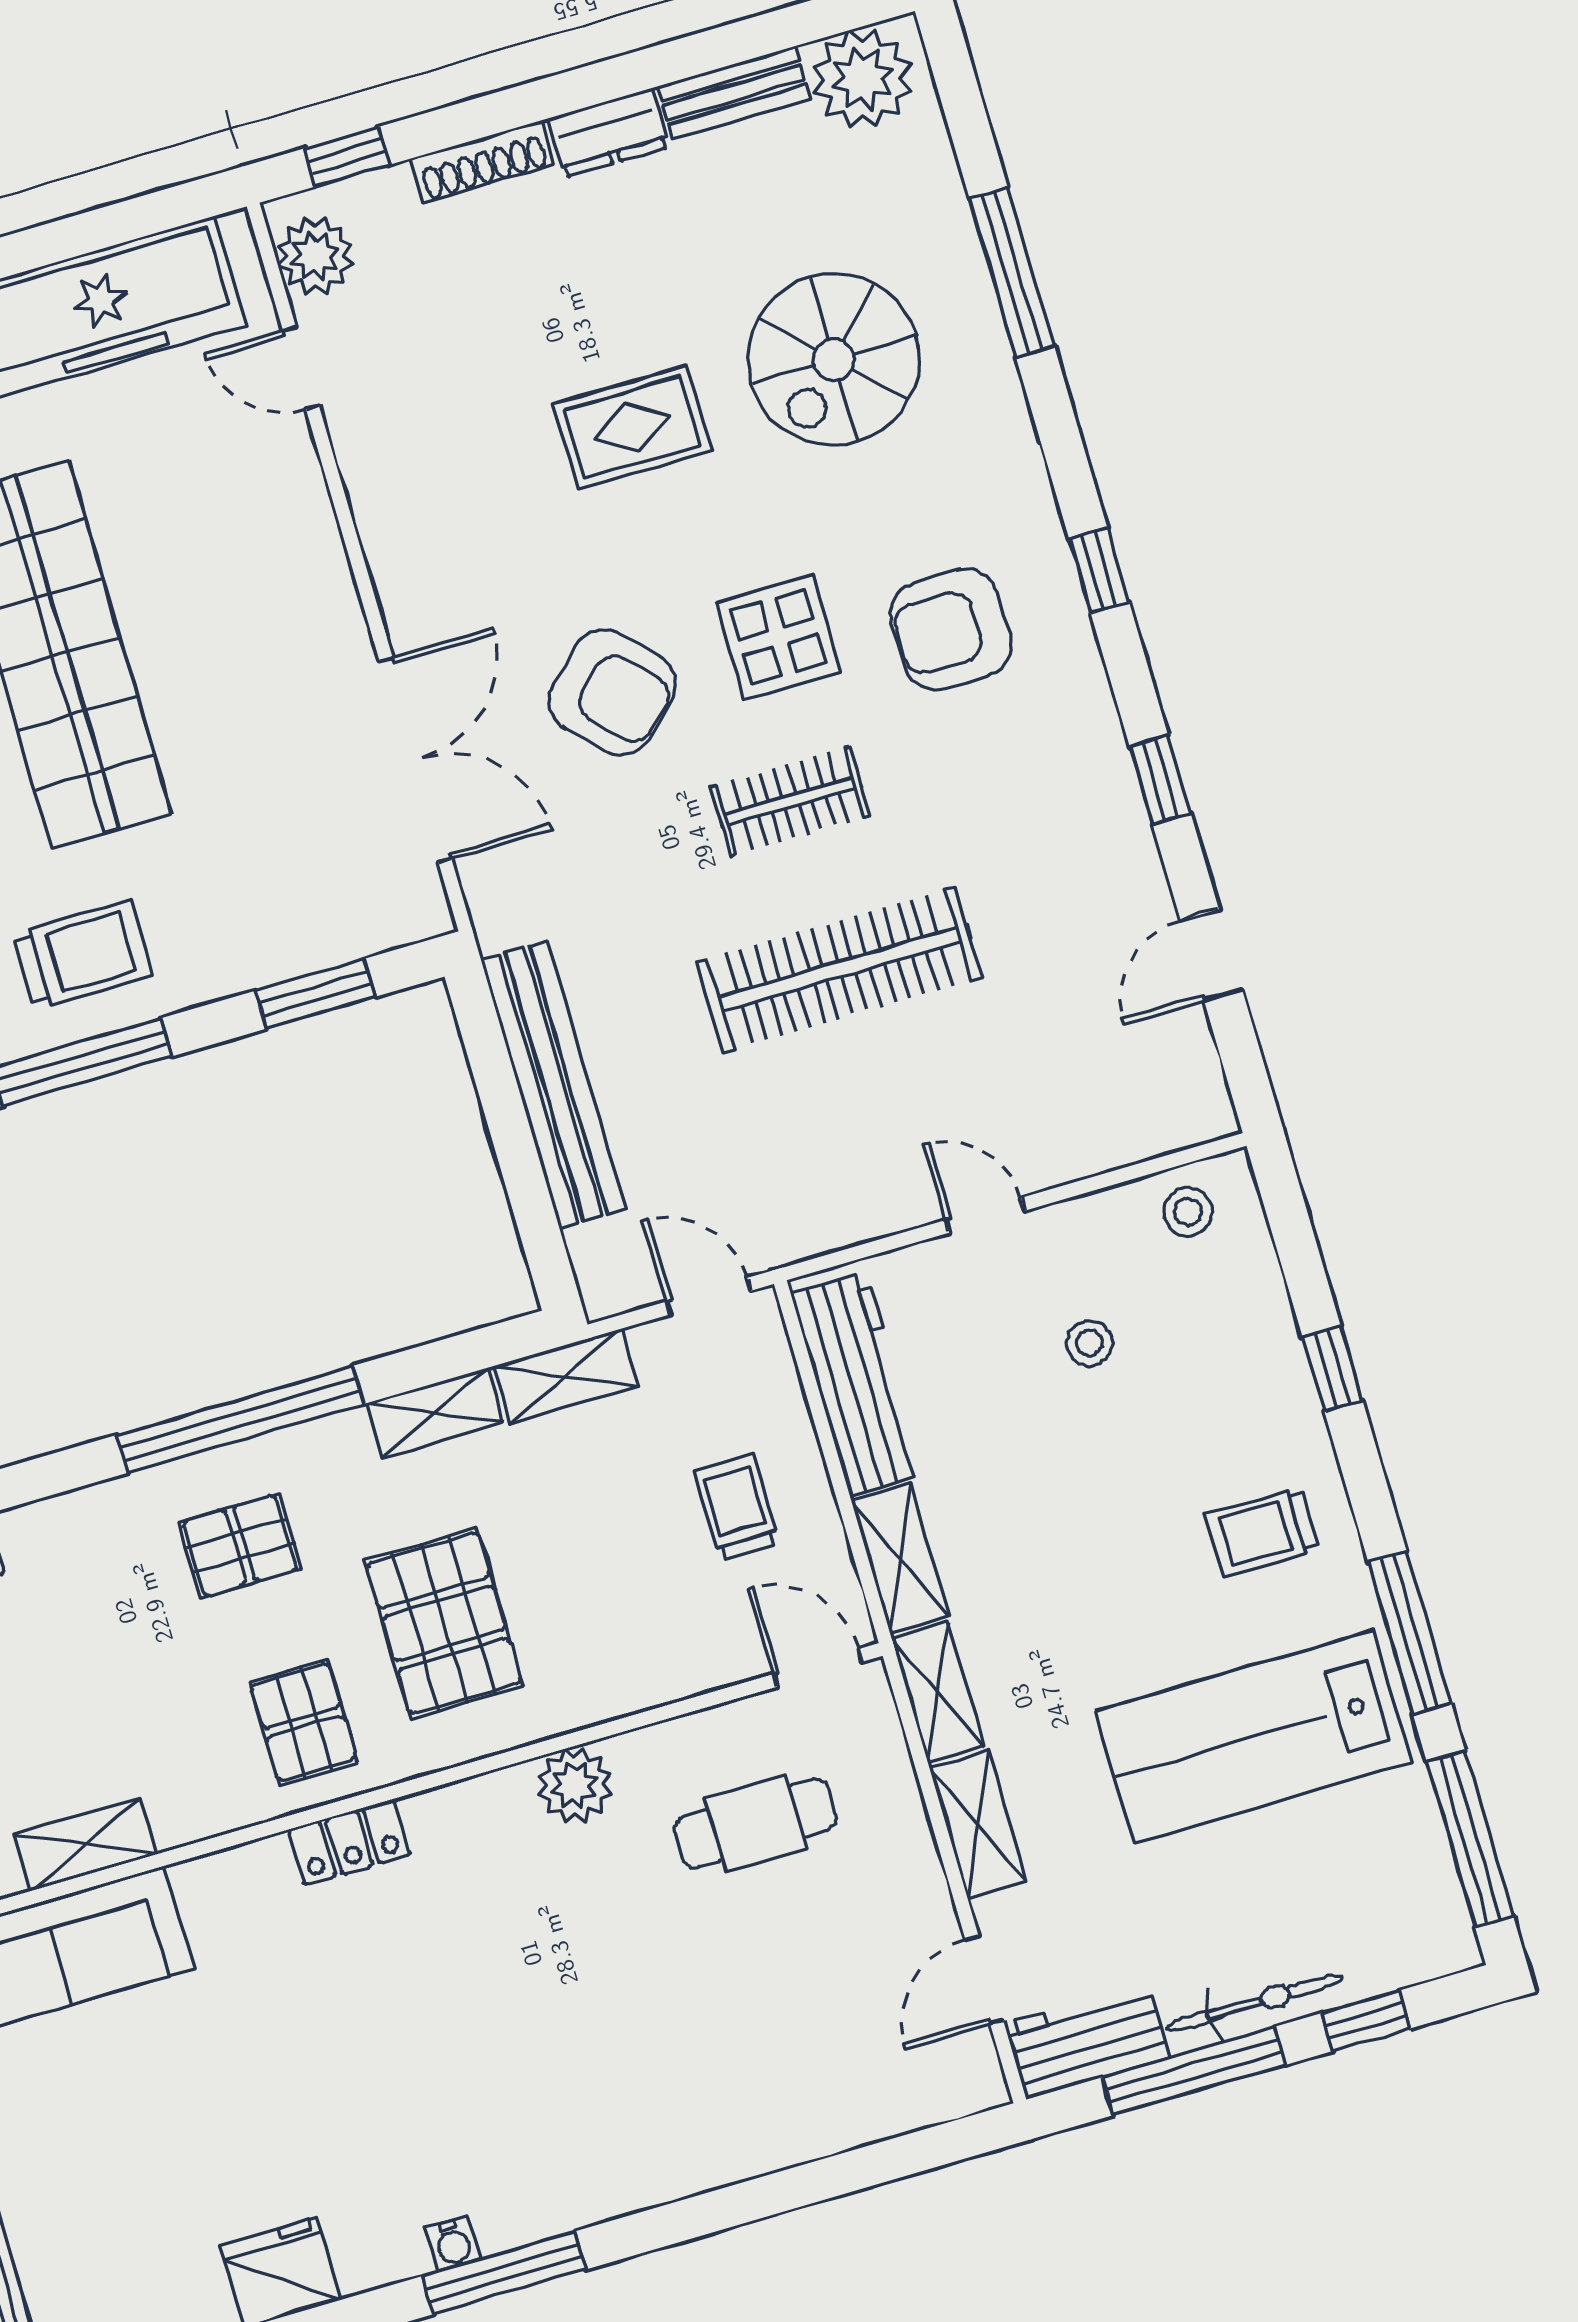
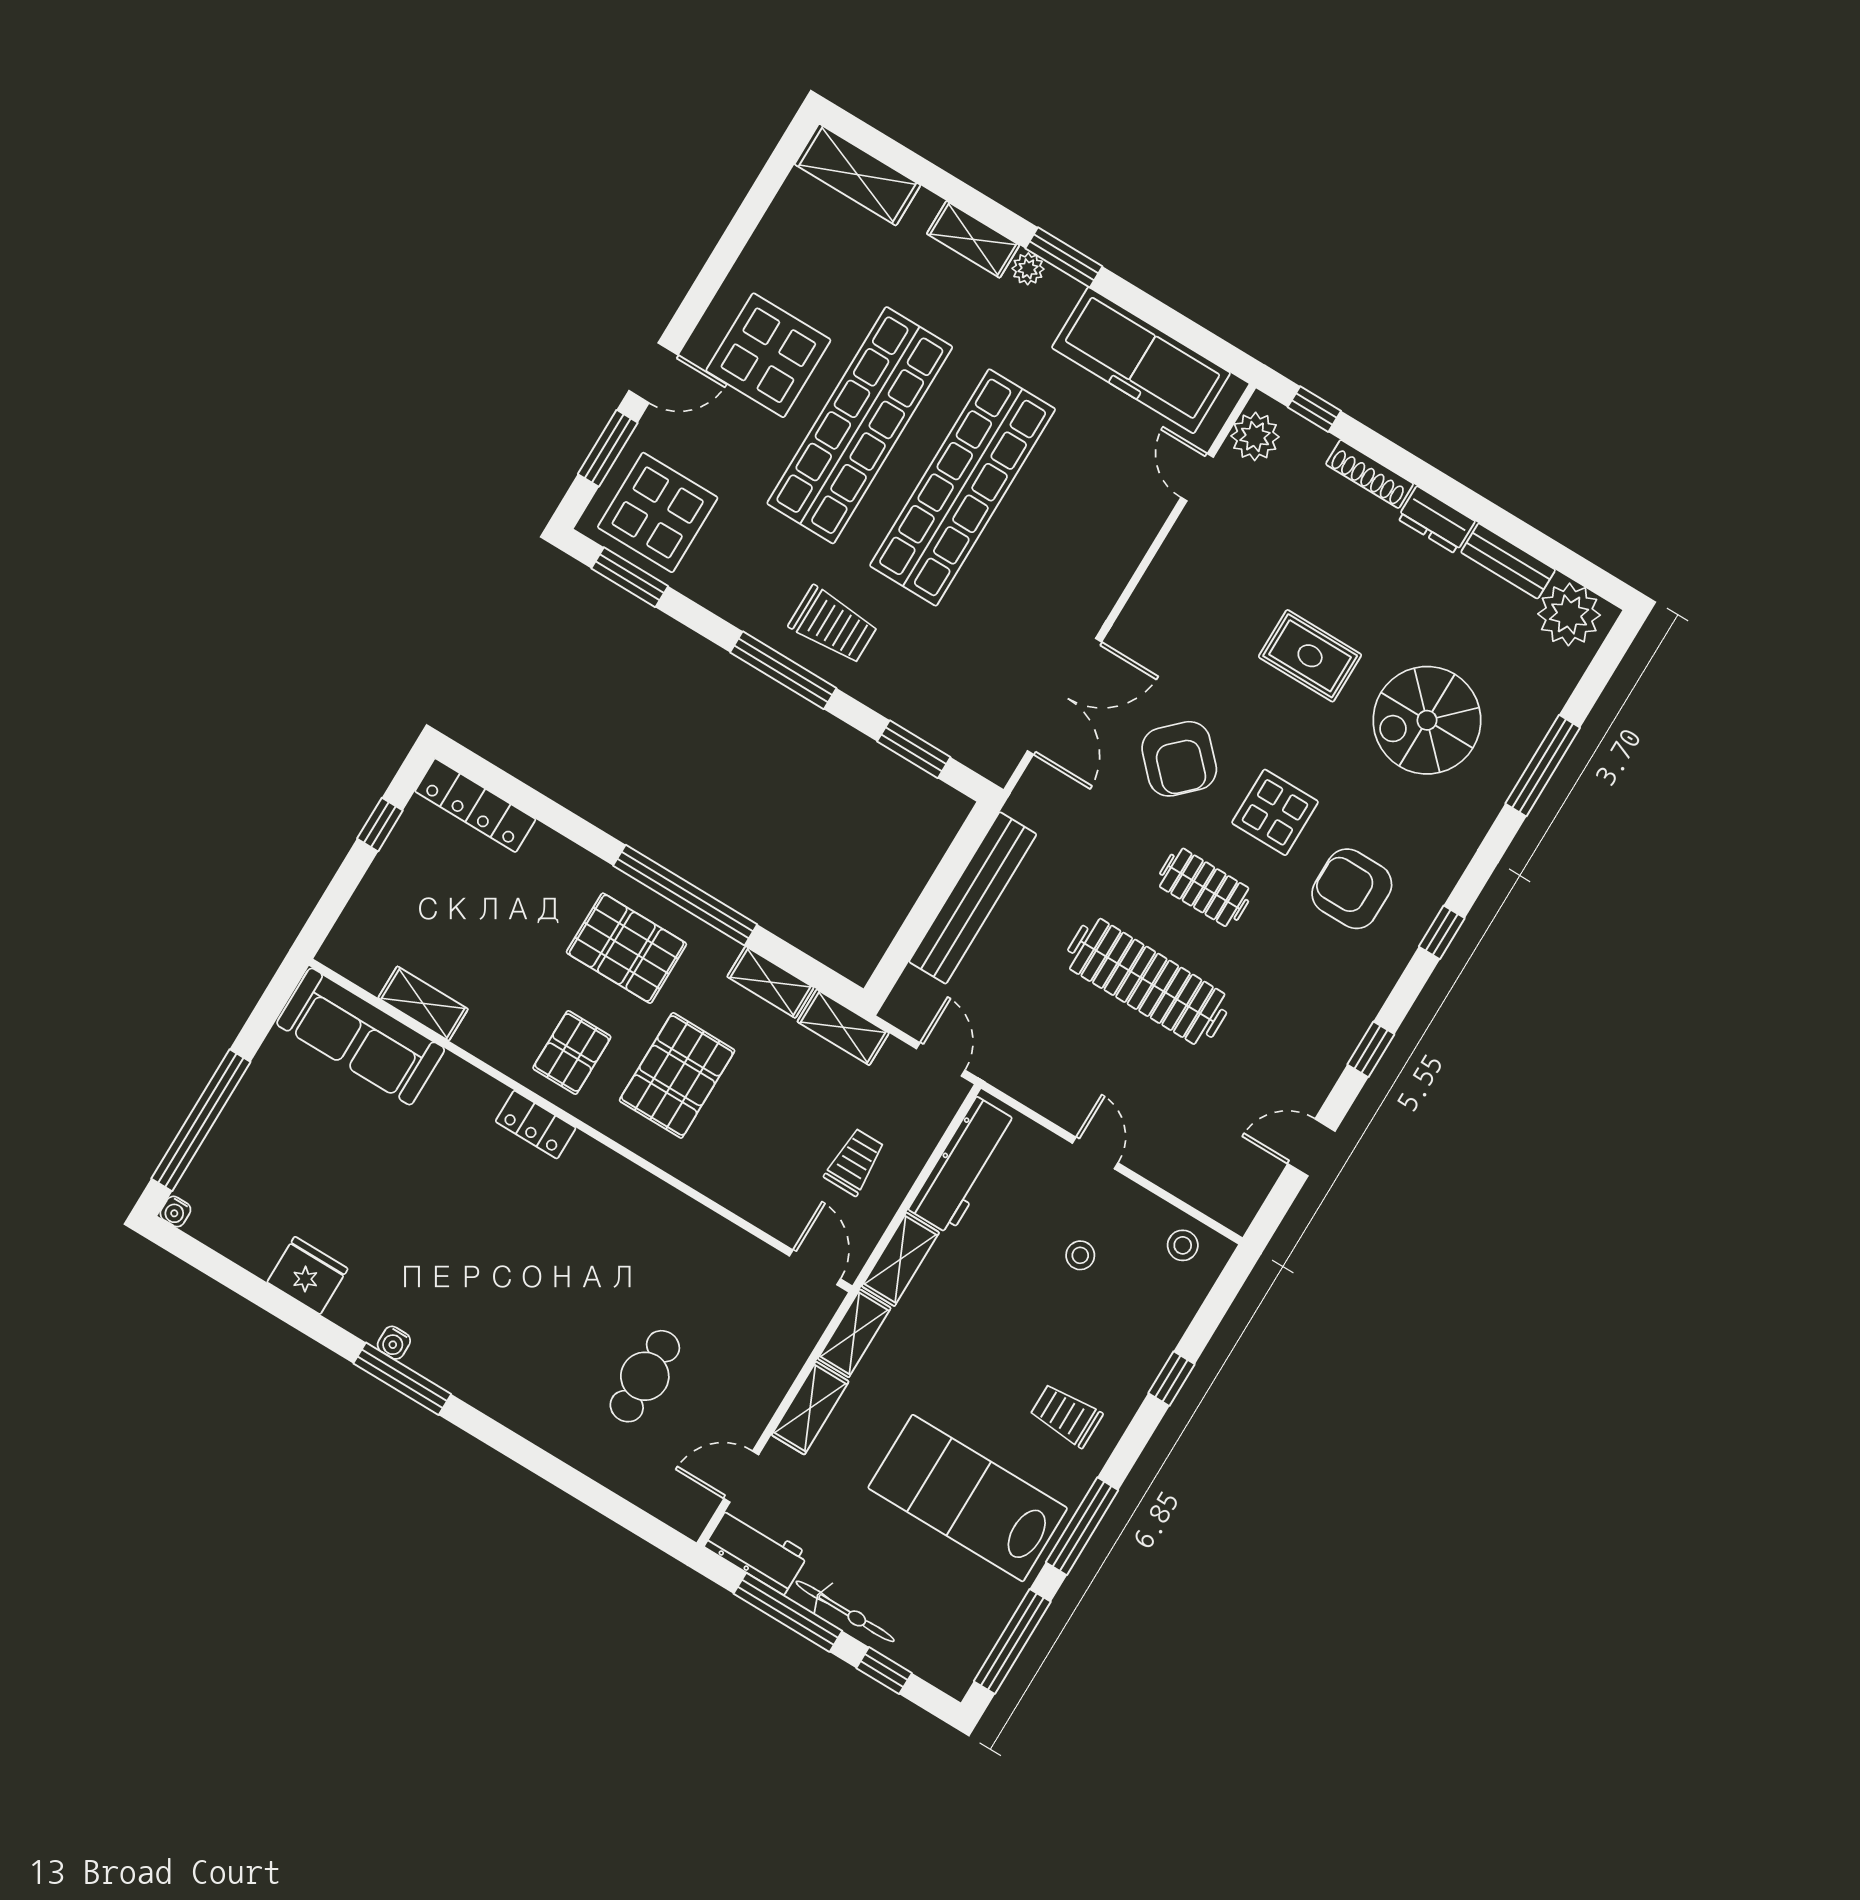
pallet: (240, 1546) -> (626, 948), width x1.50, depth x1.42
plant: (574, 1785) -> (658, 1204), removed
cafe table: (755, 1823) -> (645, 1376), moved, turned 90

